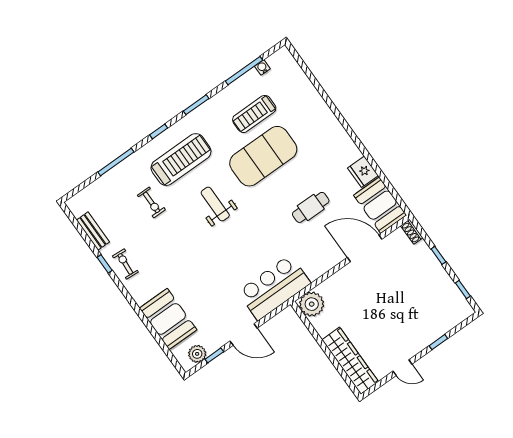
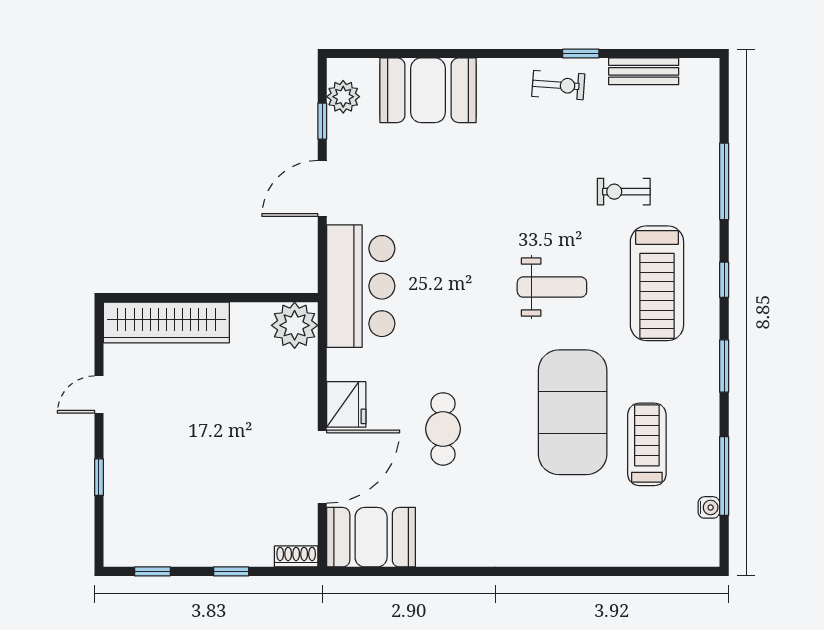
fridge: (363, 172) -> (346, 404), moved, turned 90

